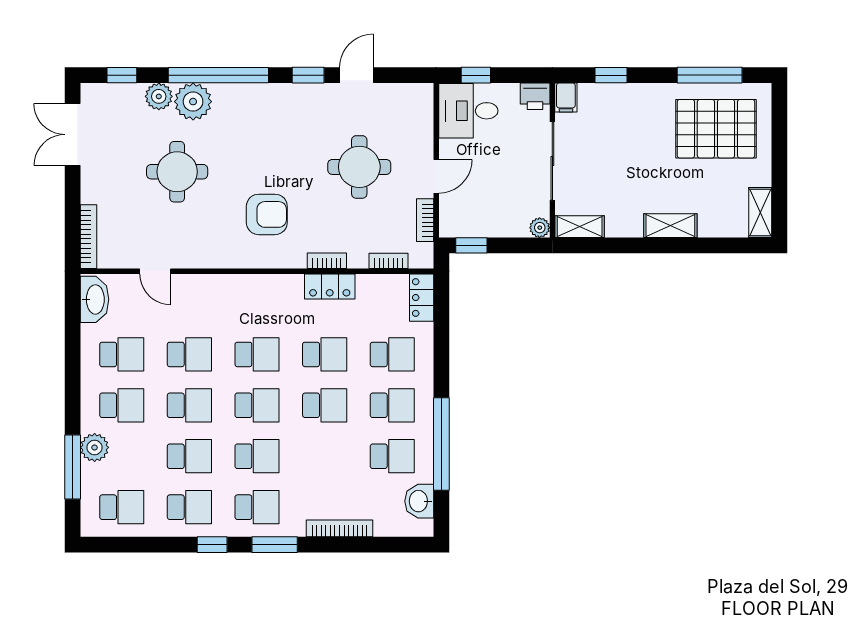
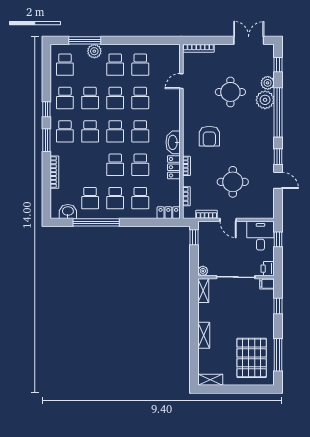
washbasin: (94, 299) -> (173, 142), moved, turned 90

